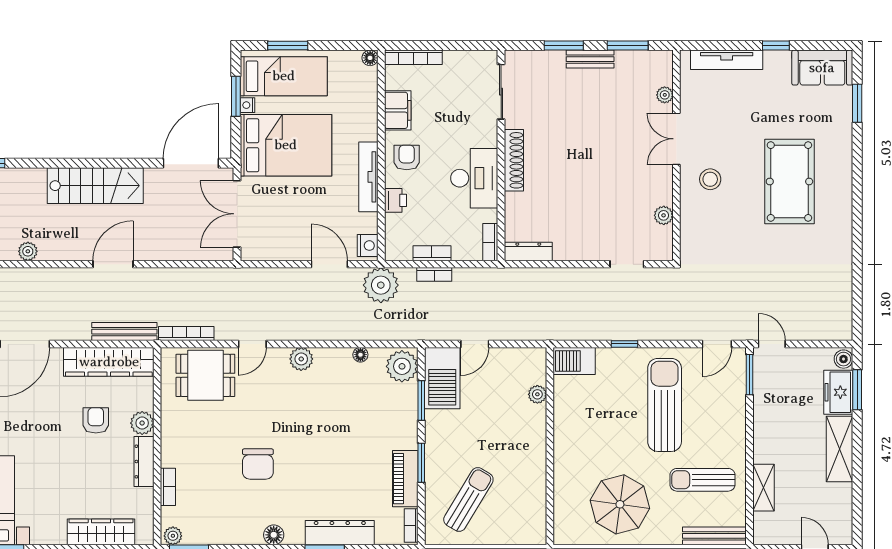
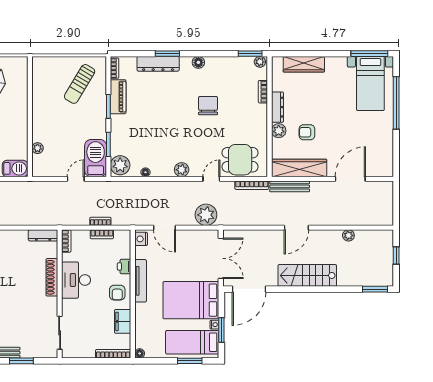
shoe rack: (514, 160) -> (52, 277), moved
plant: (381, 285) -> (206, 215), moved
armchair: (96, 420) -> (307, 132), turned 90

